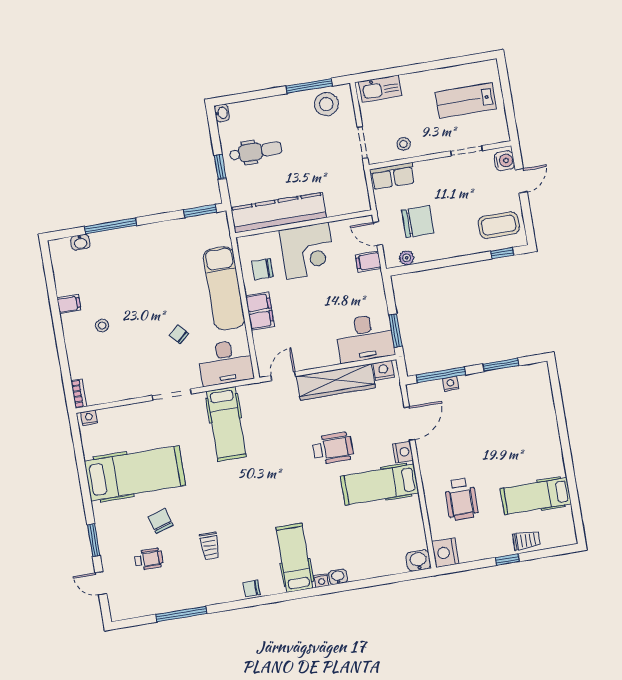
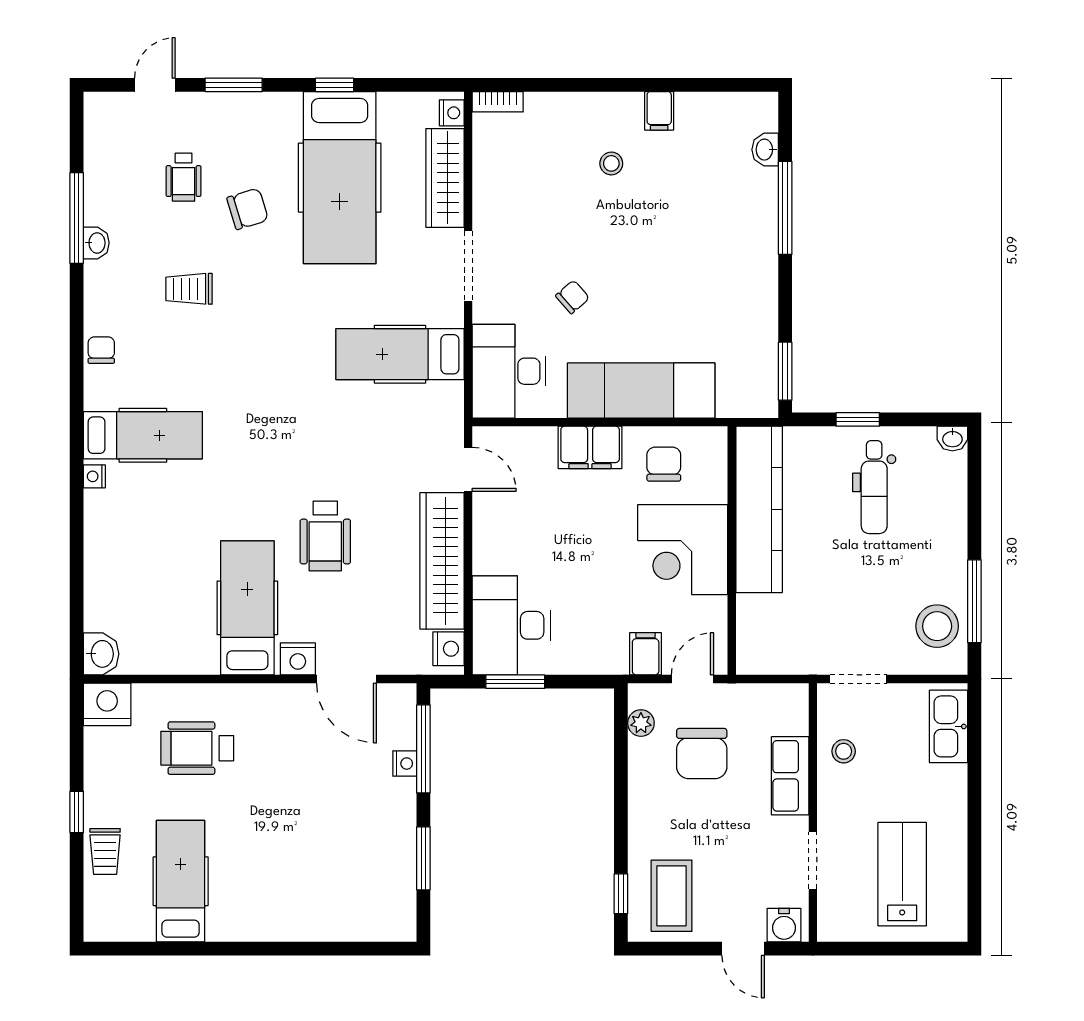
row of seats: (392, 176) -> (790, 776), moved
wardrobe: (125, 416) -> (445, 178), added
window: (84, 485) -> (335, 85), added
washbasin: (338, 577) -> (96, 243), moved

